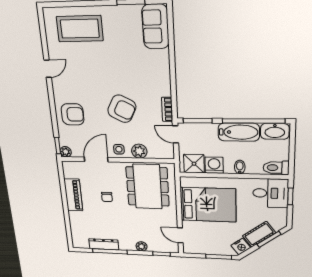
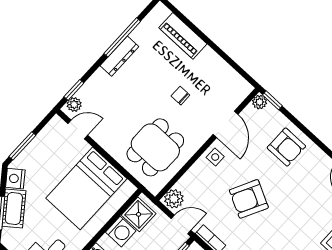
armchair: (73, 114) -> (286, 147), turned -90
plant: (139, 151) -> (174, 199), moved
dining table: (148, 187) -> (155, 147), width x0.73
piano: (73, 195) -> (183, 36), moved
dresser: (104, 244) -> (119, 56), moved
plant: (142, 246) -> (74, 105), moved

